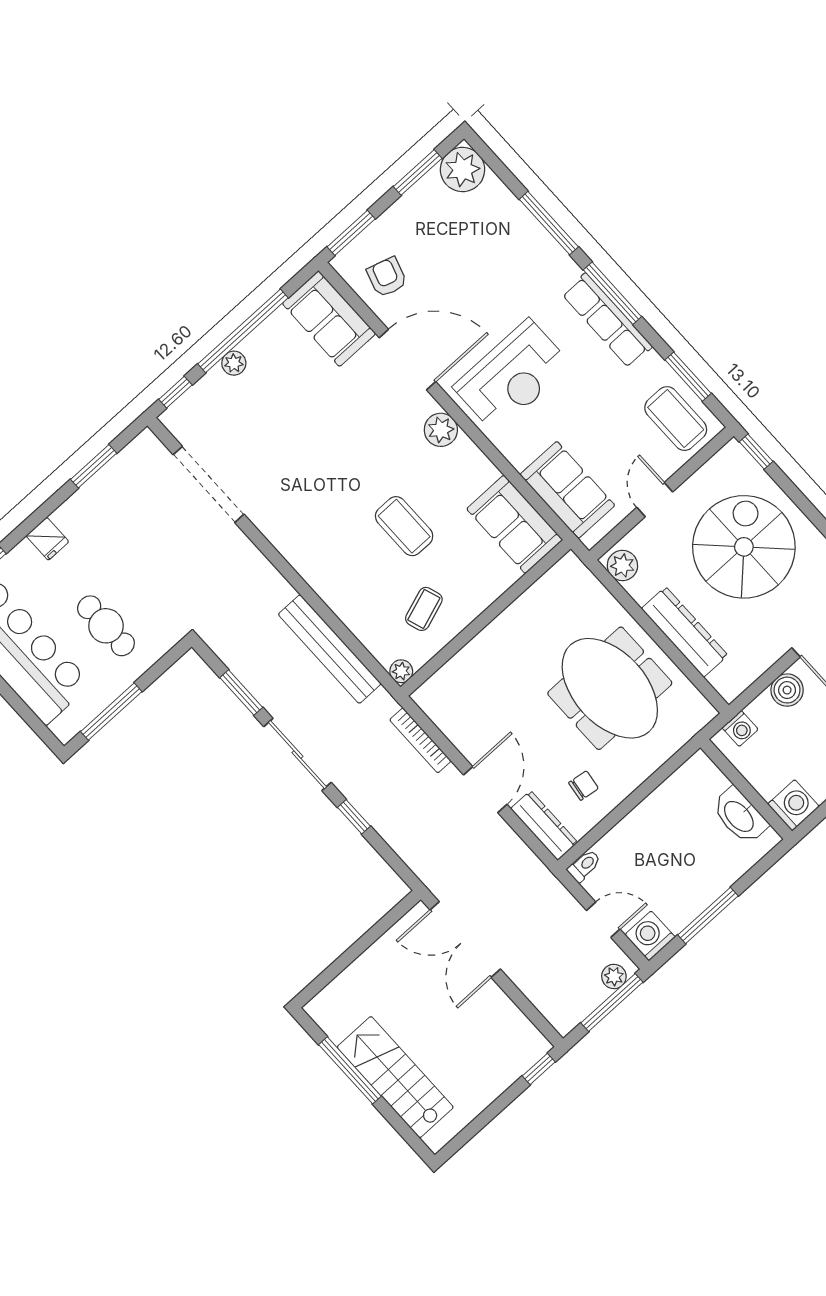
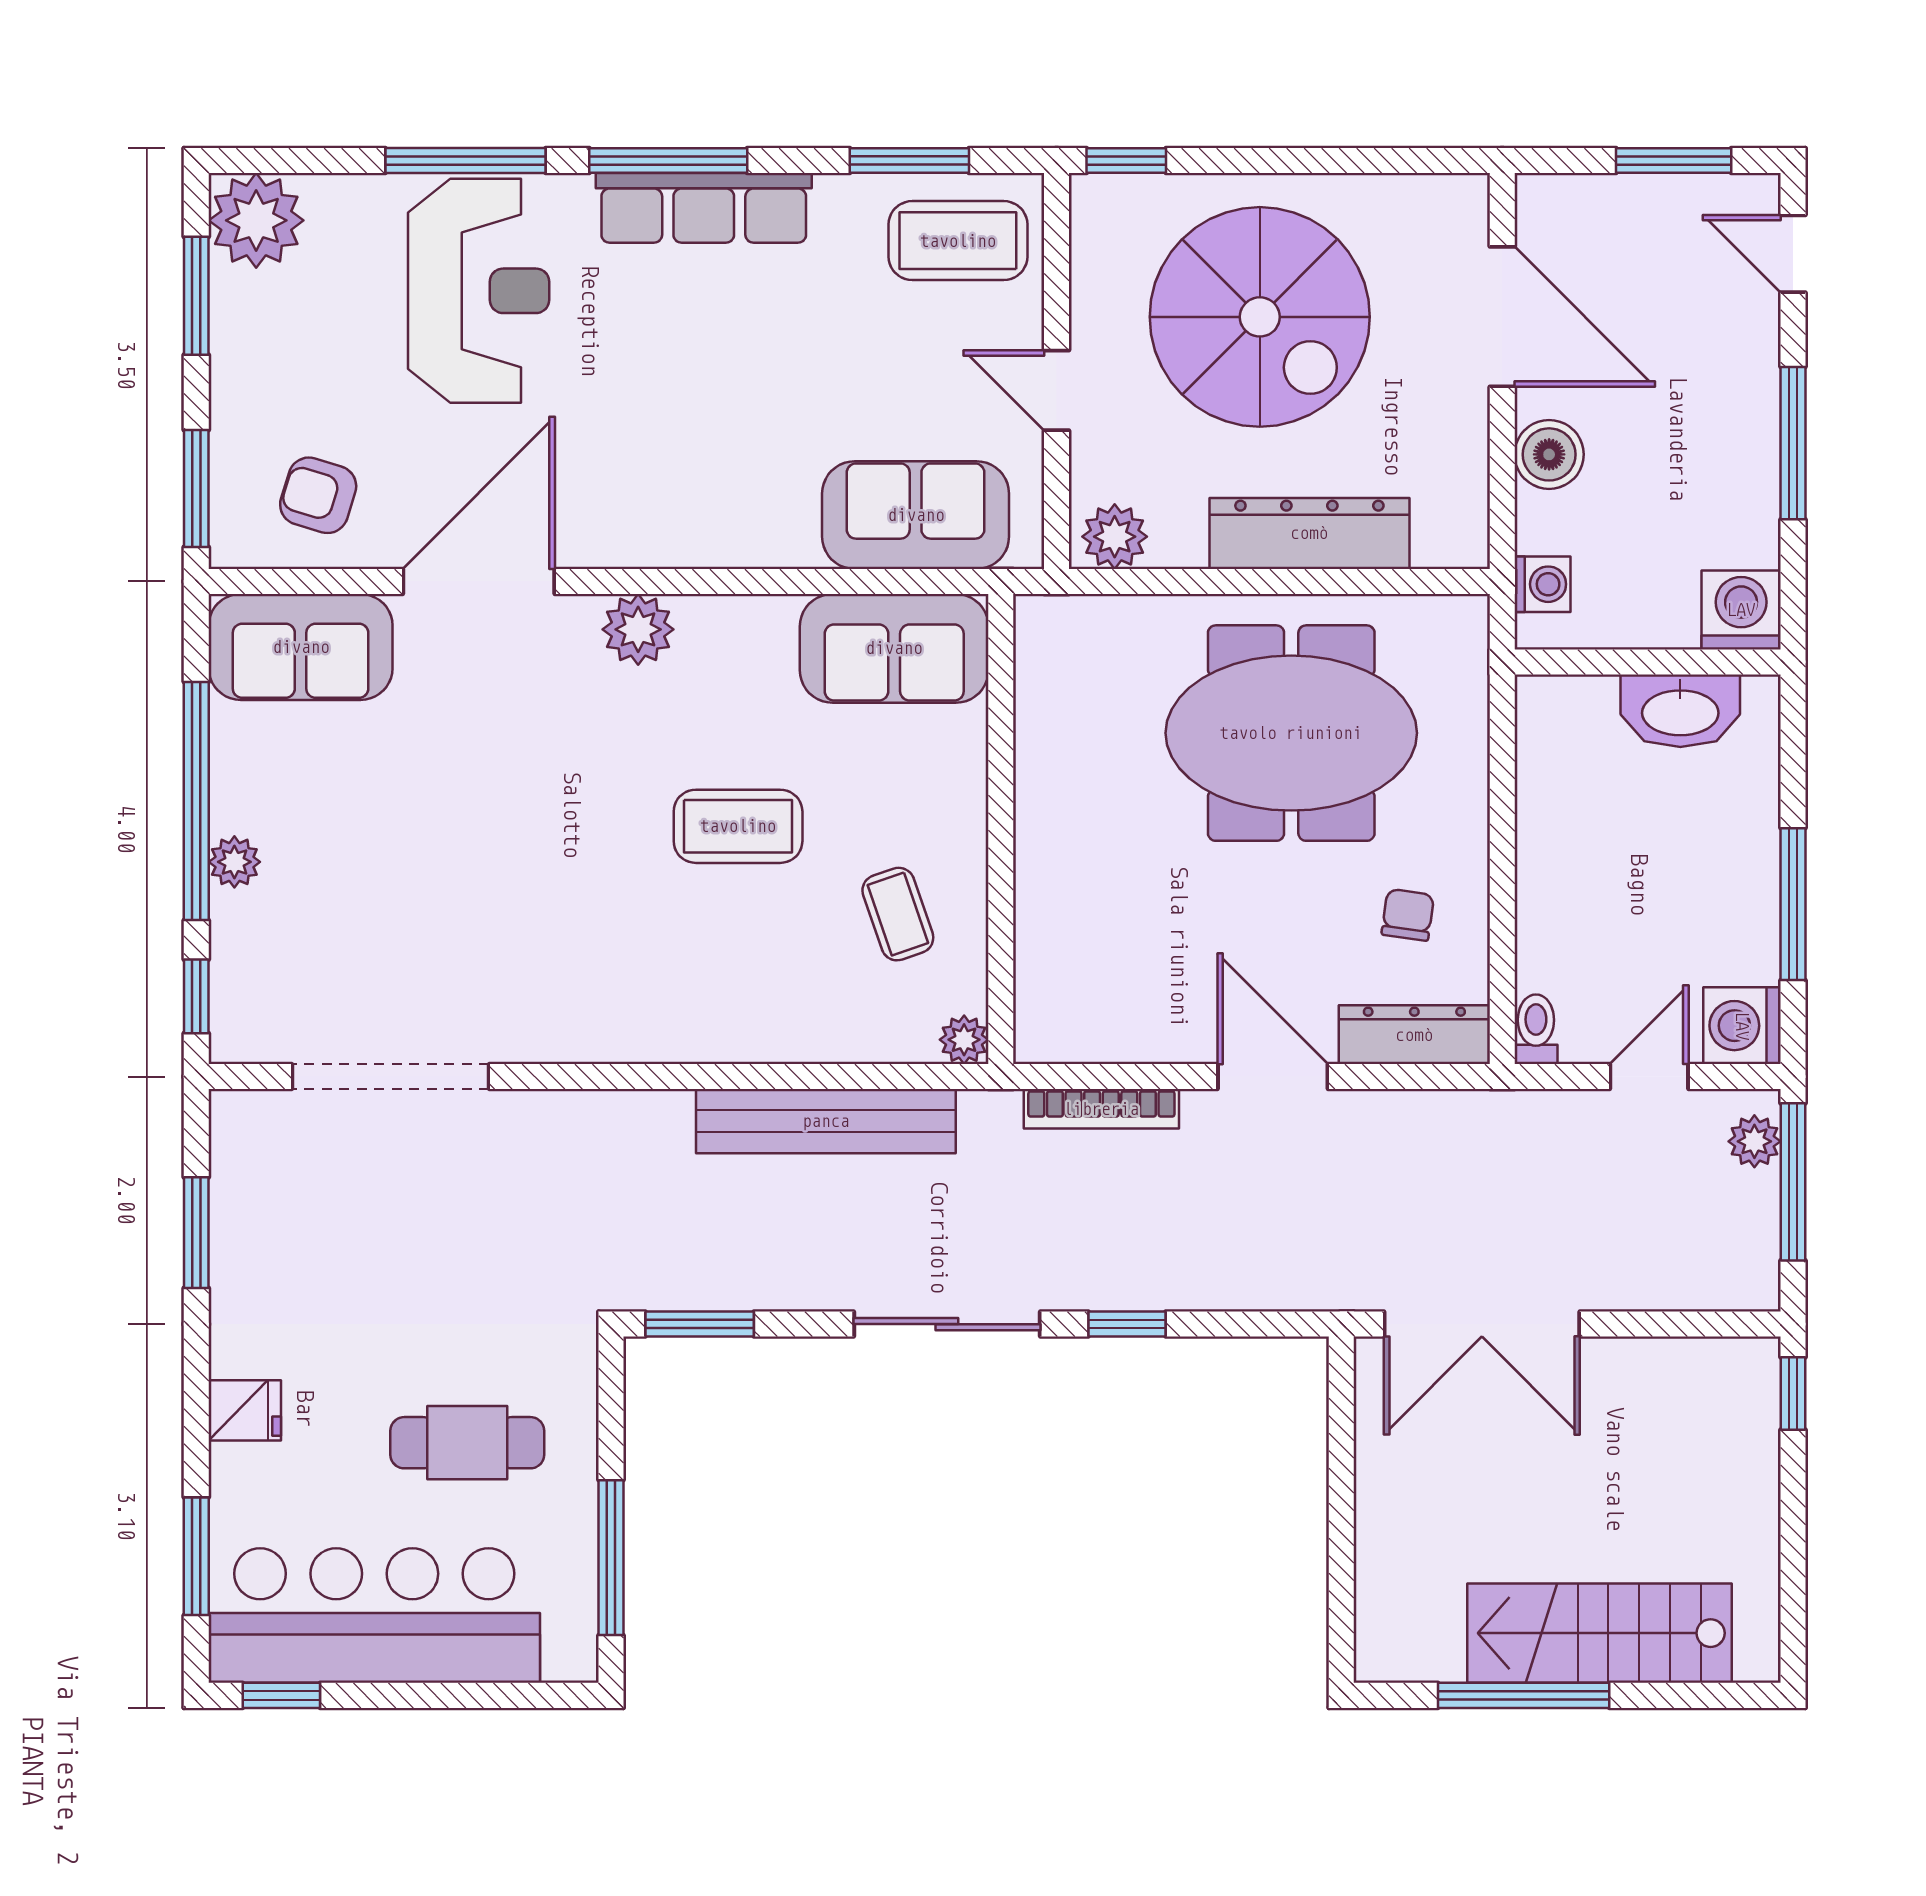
reception desk: (512, 376) -> (479, 291), moved
spiral stairs: (744, 547) -> (1260, 317), turned 180
window: (241, 693) -> (700, 1324), moved

